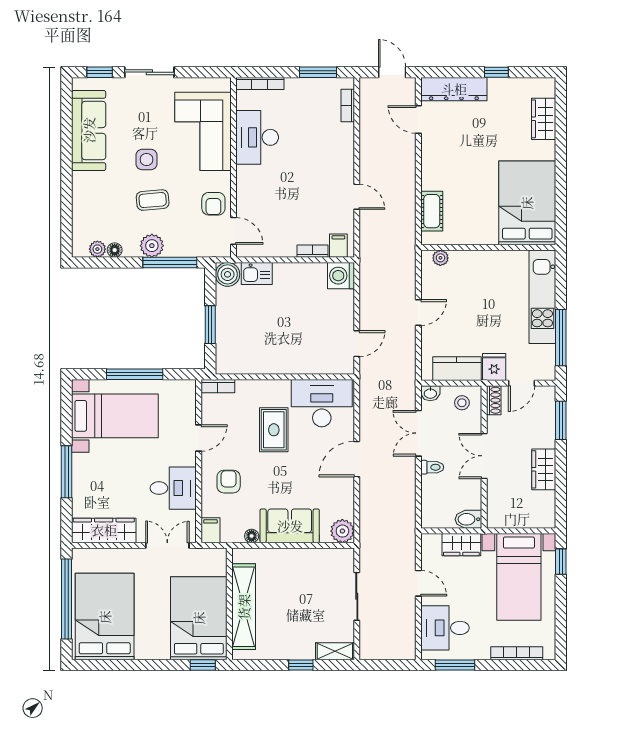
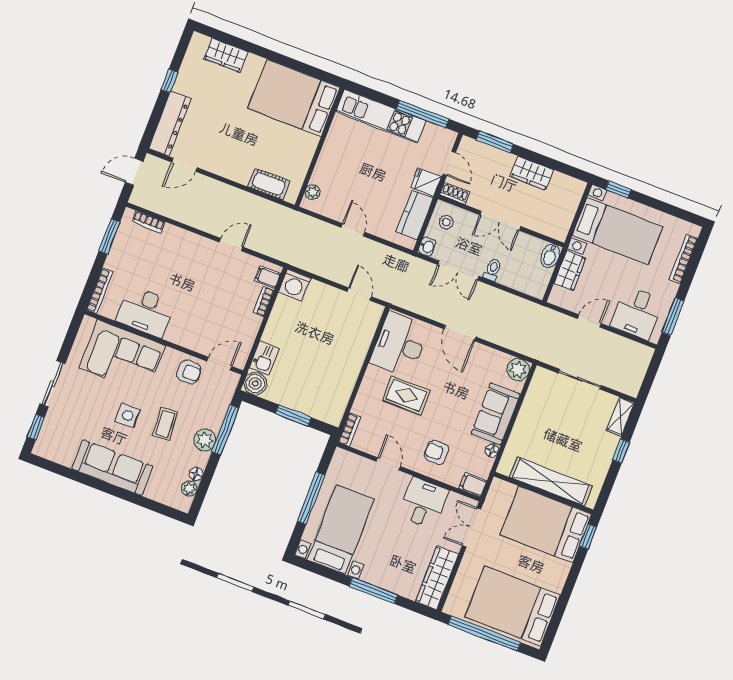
sofa: (89, 130) -> (112, 468), moved

